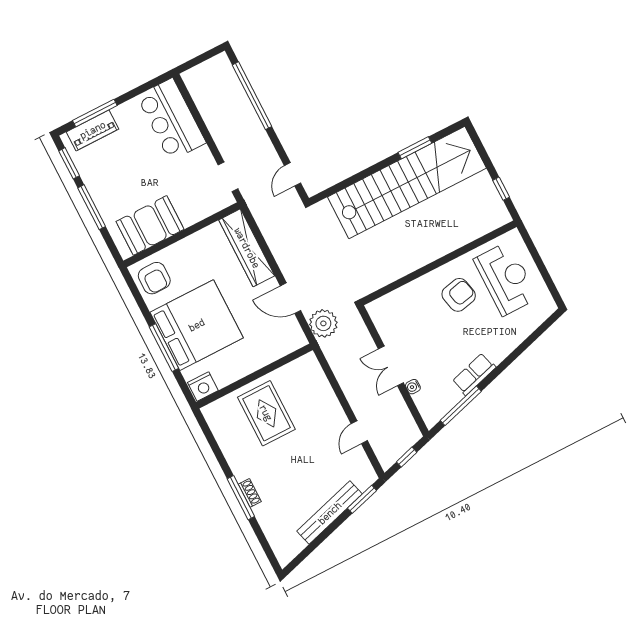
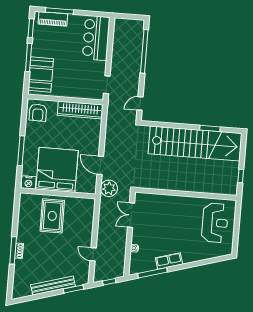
booth: (150, 225) -> (41, 74), moved, turned 90
wardrobe: (247, 248) -> (80, 110), moved, turned -90
armchair: (459, 295) -> (186, 216), removed
bed: (197, 325) -> (57, 170), moved, turned -90
double door: (391, 366) -> (131, 215), moved
door: (359, 432) -> (93, 254), hinge flipped

